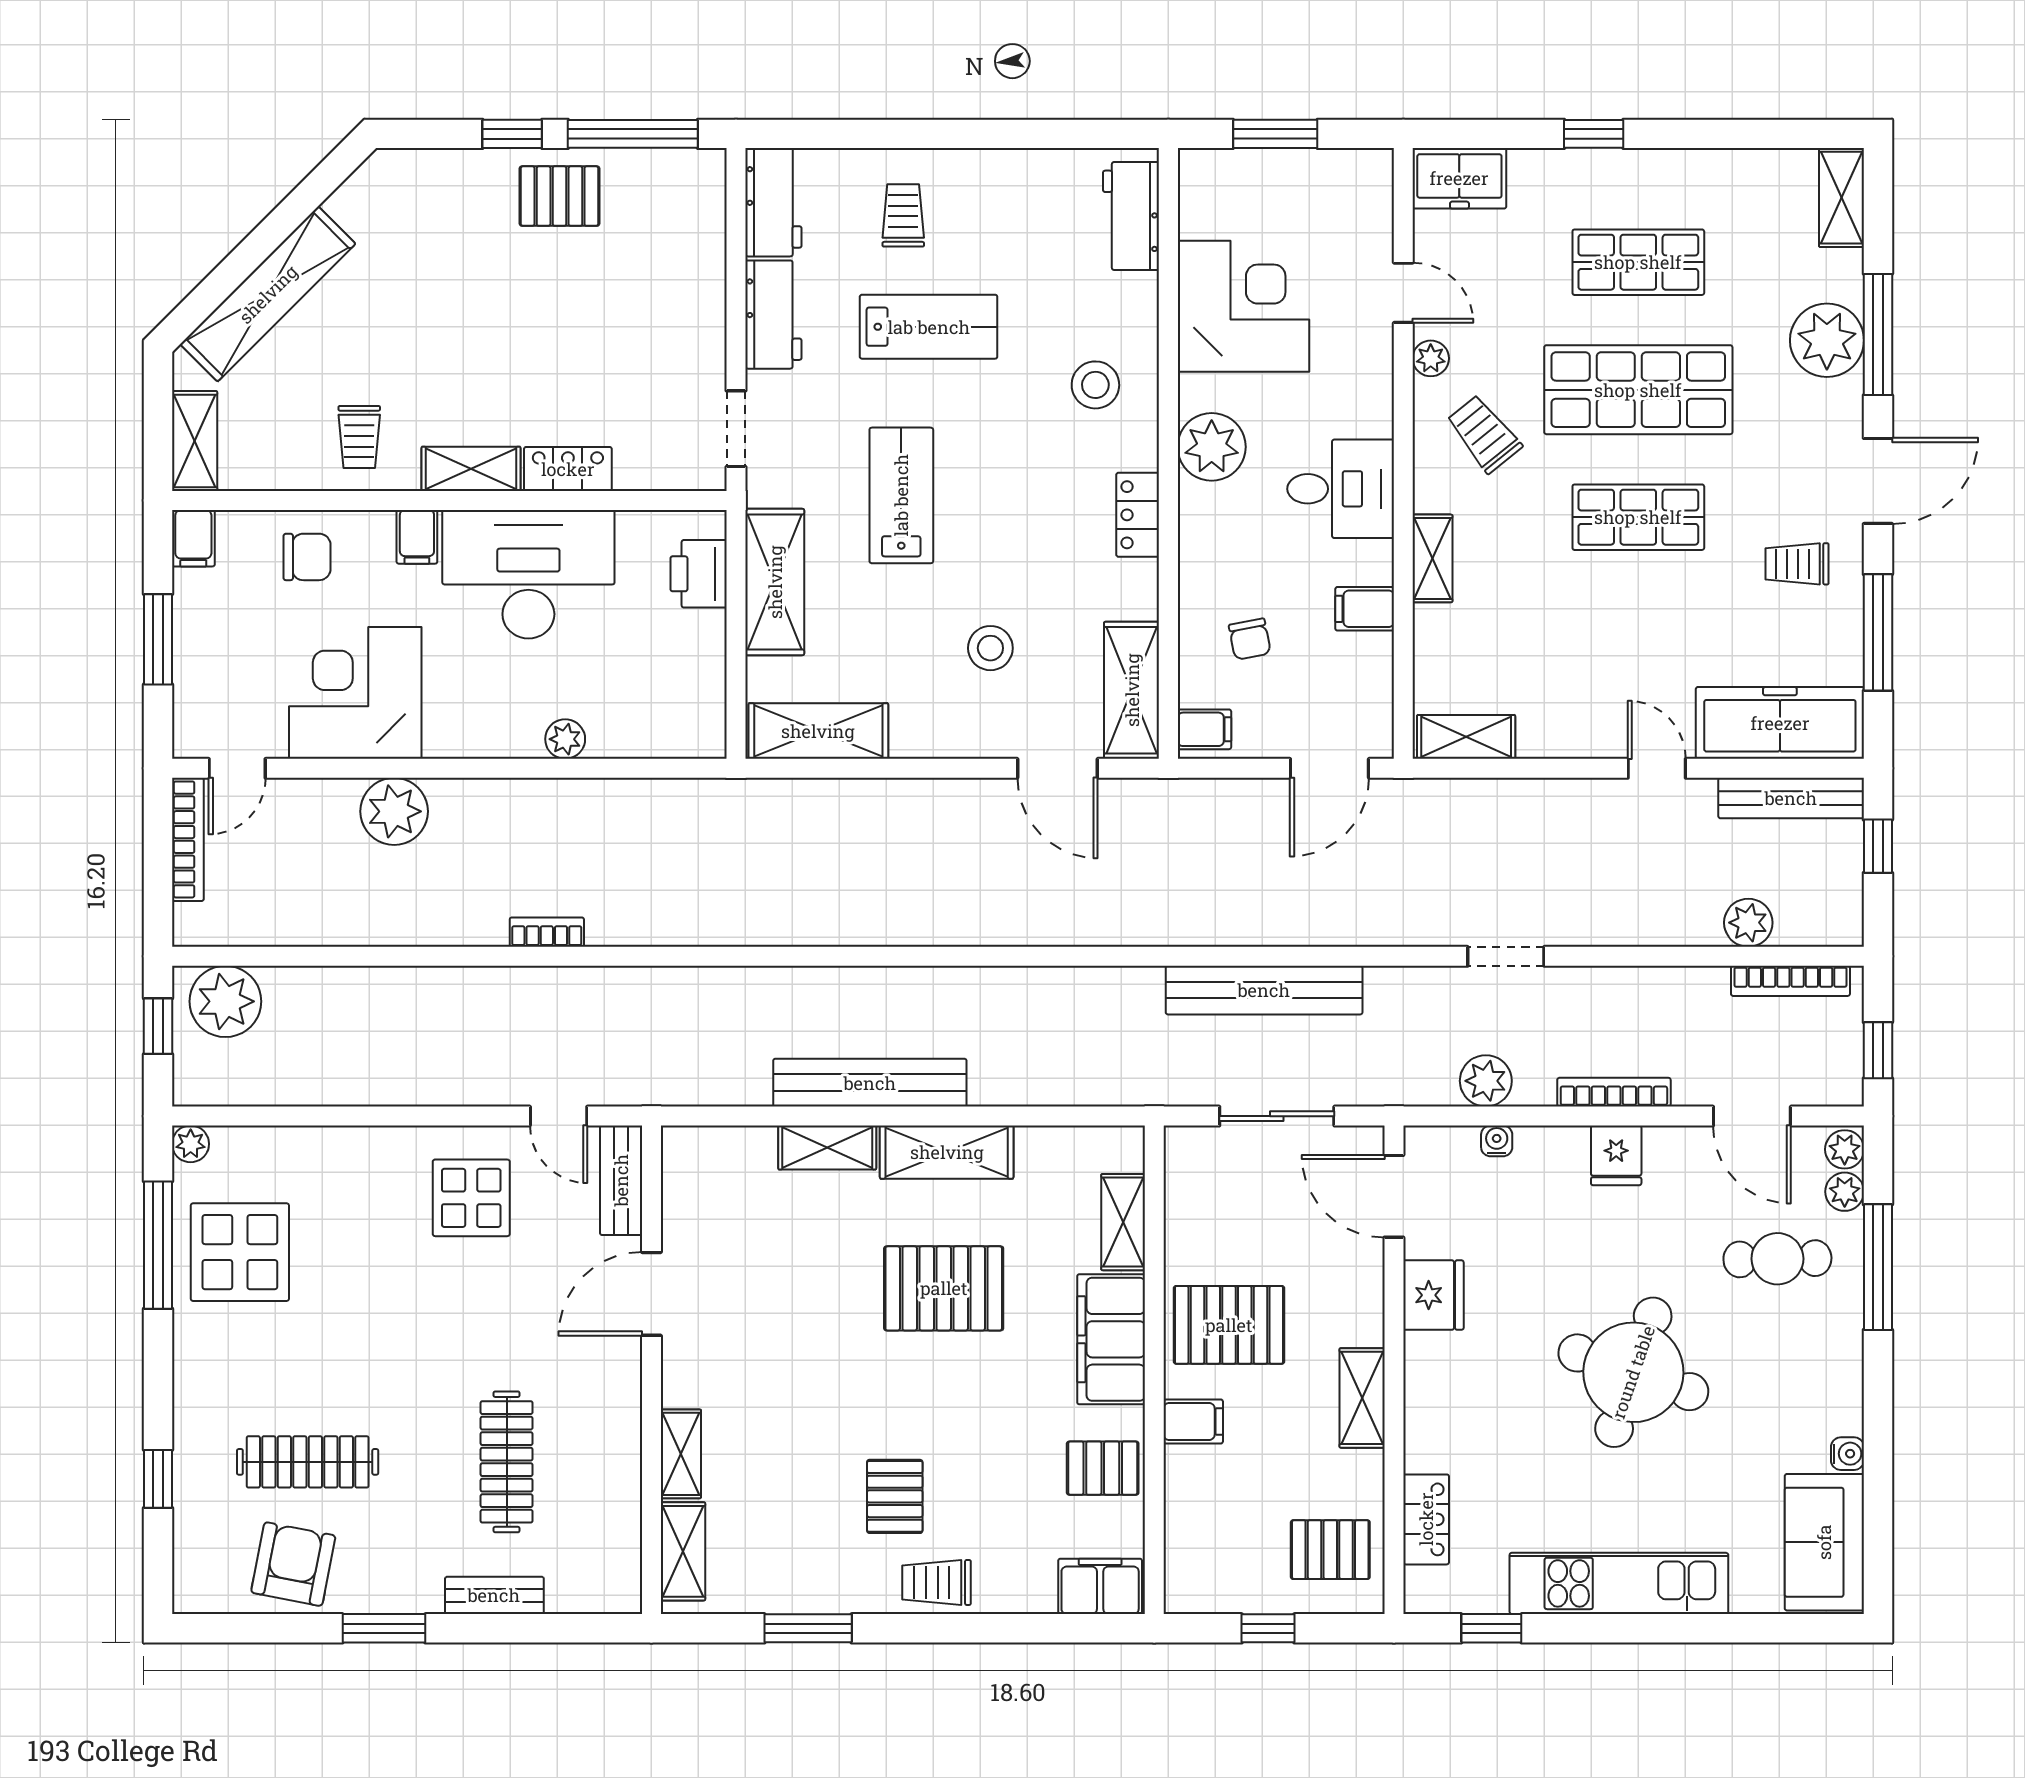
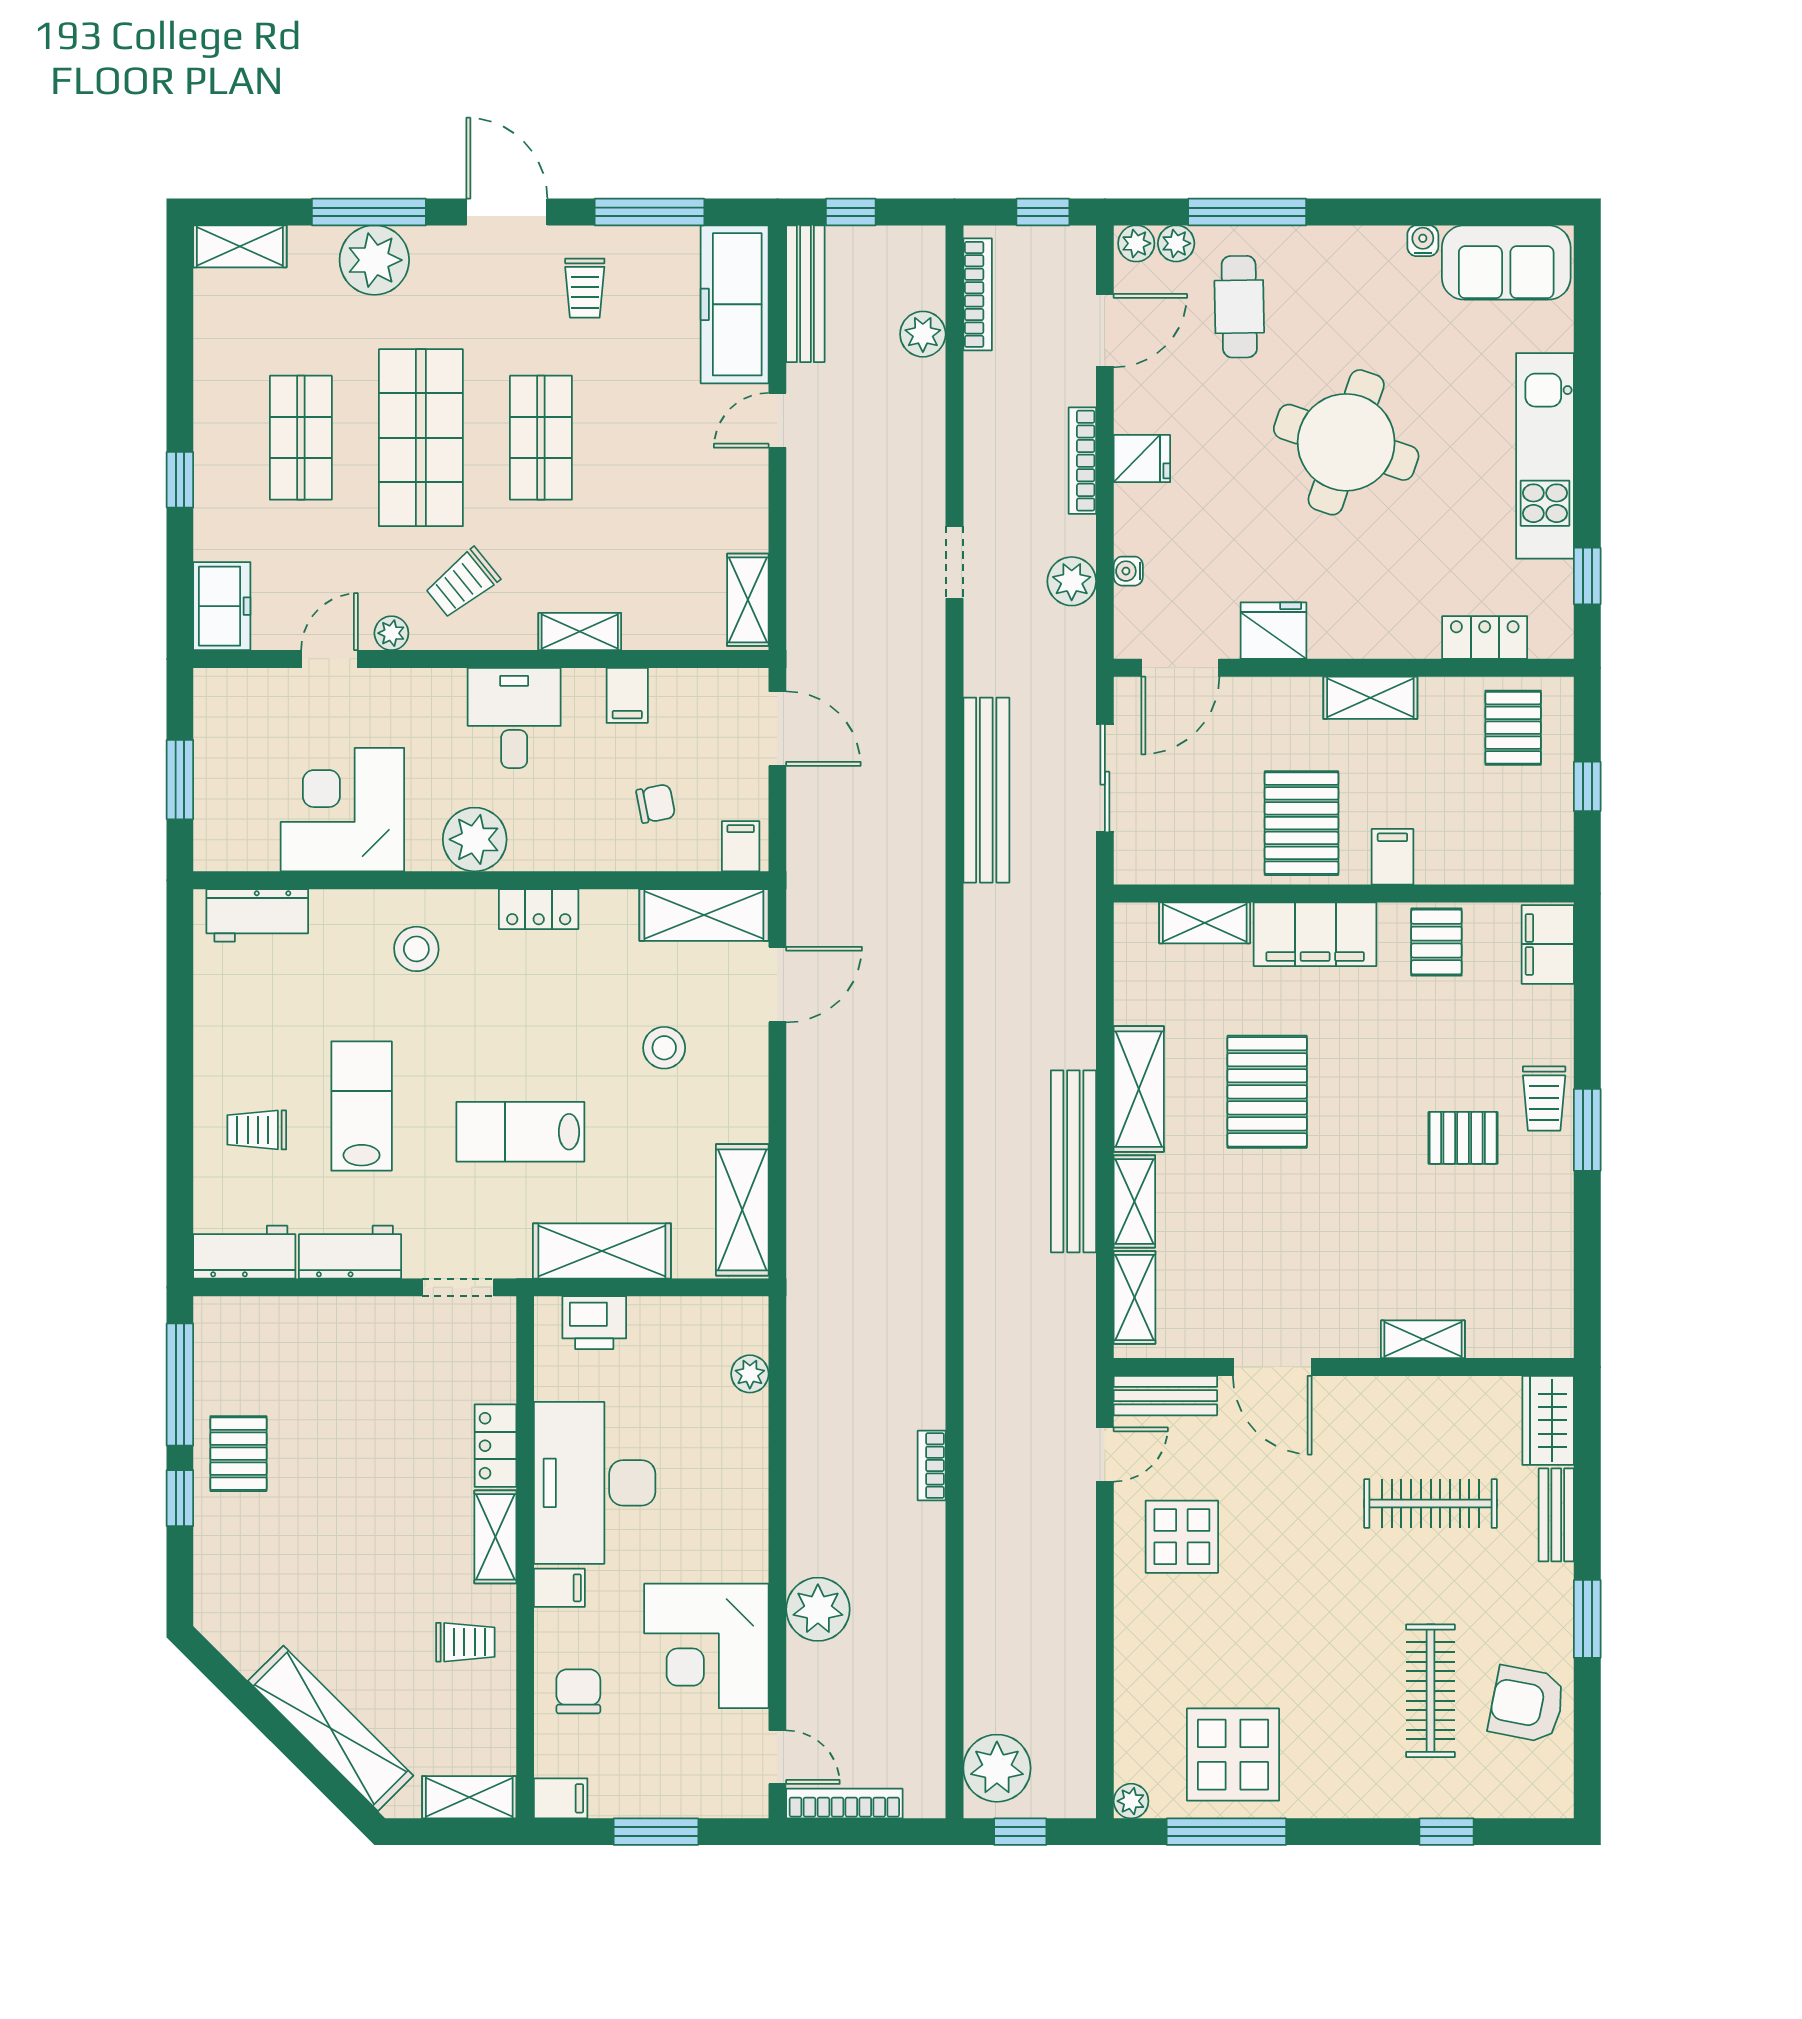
plant: (565, 739) -> (750, 1374), moved
shelving: (683, 1551) -> (1135, 1297), moved, turned 90
wardrobe: (595, 1587) -> (1548, 1420), added
window: (808, 1628) -> (1587, 1130), moved

